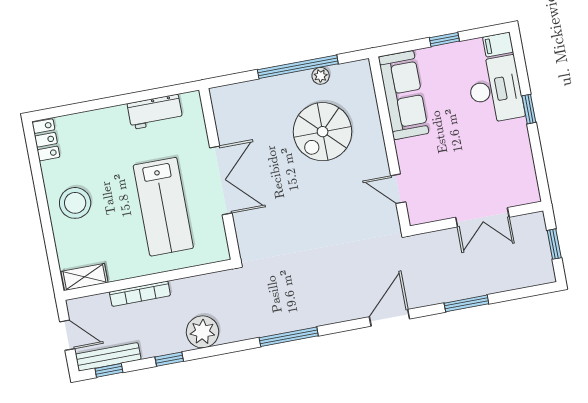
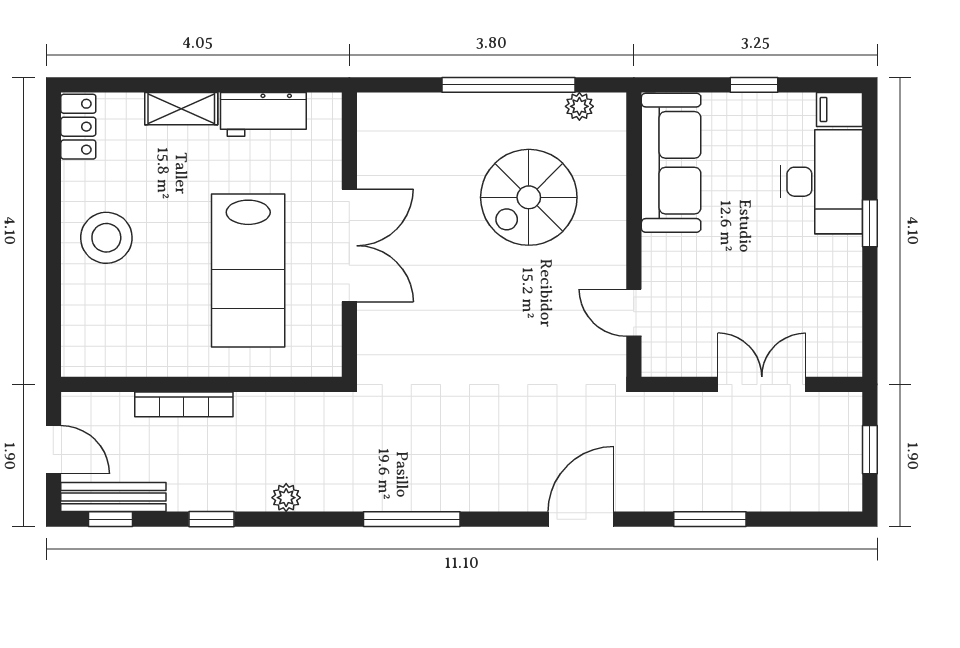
plant: (321, 76) -> (579, 106), moved
double door: (482, 217) -> (762, 384), swing flipped
shelving: (85, 277) -> (181, 109), moved
plant: (203, 332) -> (286, 498), width x0.53, depth x0.53

